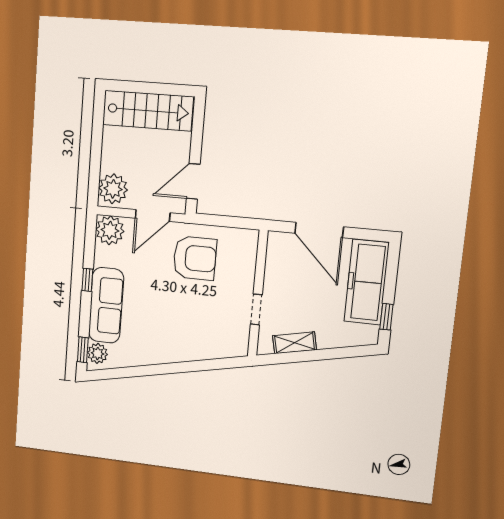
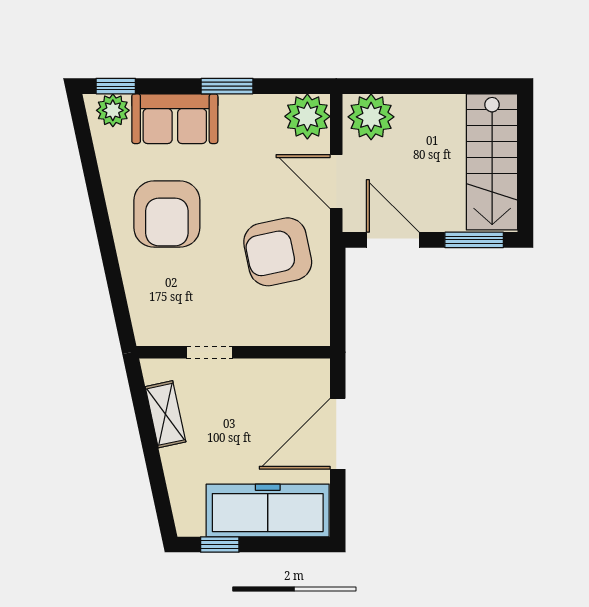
window: (198, 127) -> (474, 240), added
armchair: (195, 258) -> (278, 252), turned 78
window: (87, 280) -> (227, 86), width x1.50
sofa: (106, 305) -> (175, 119), width x0.73
armchair: (165, 327) -> (167, 214), added

